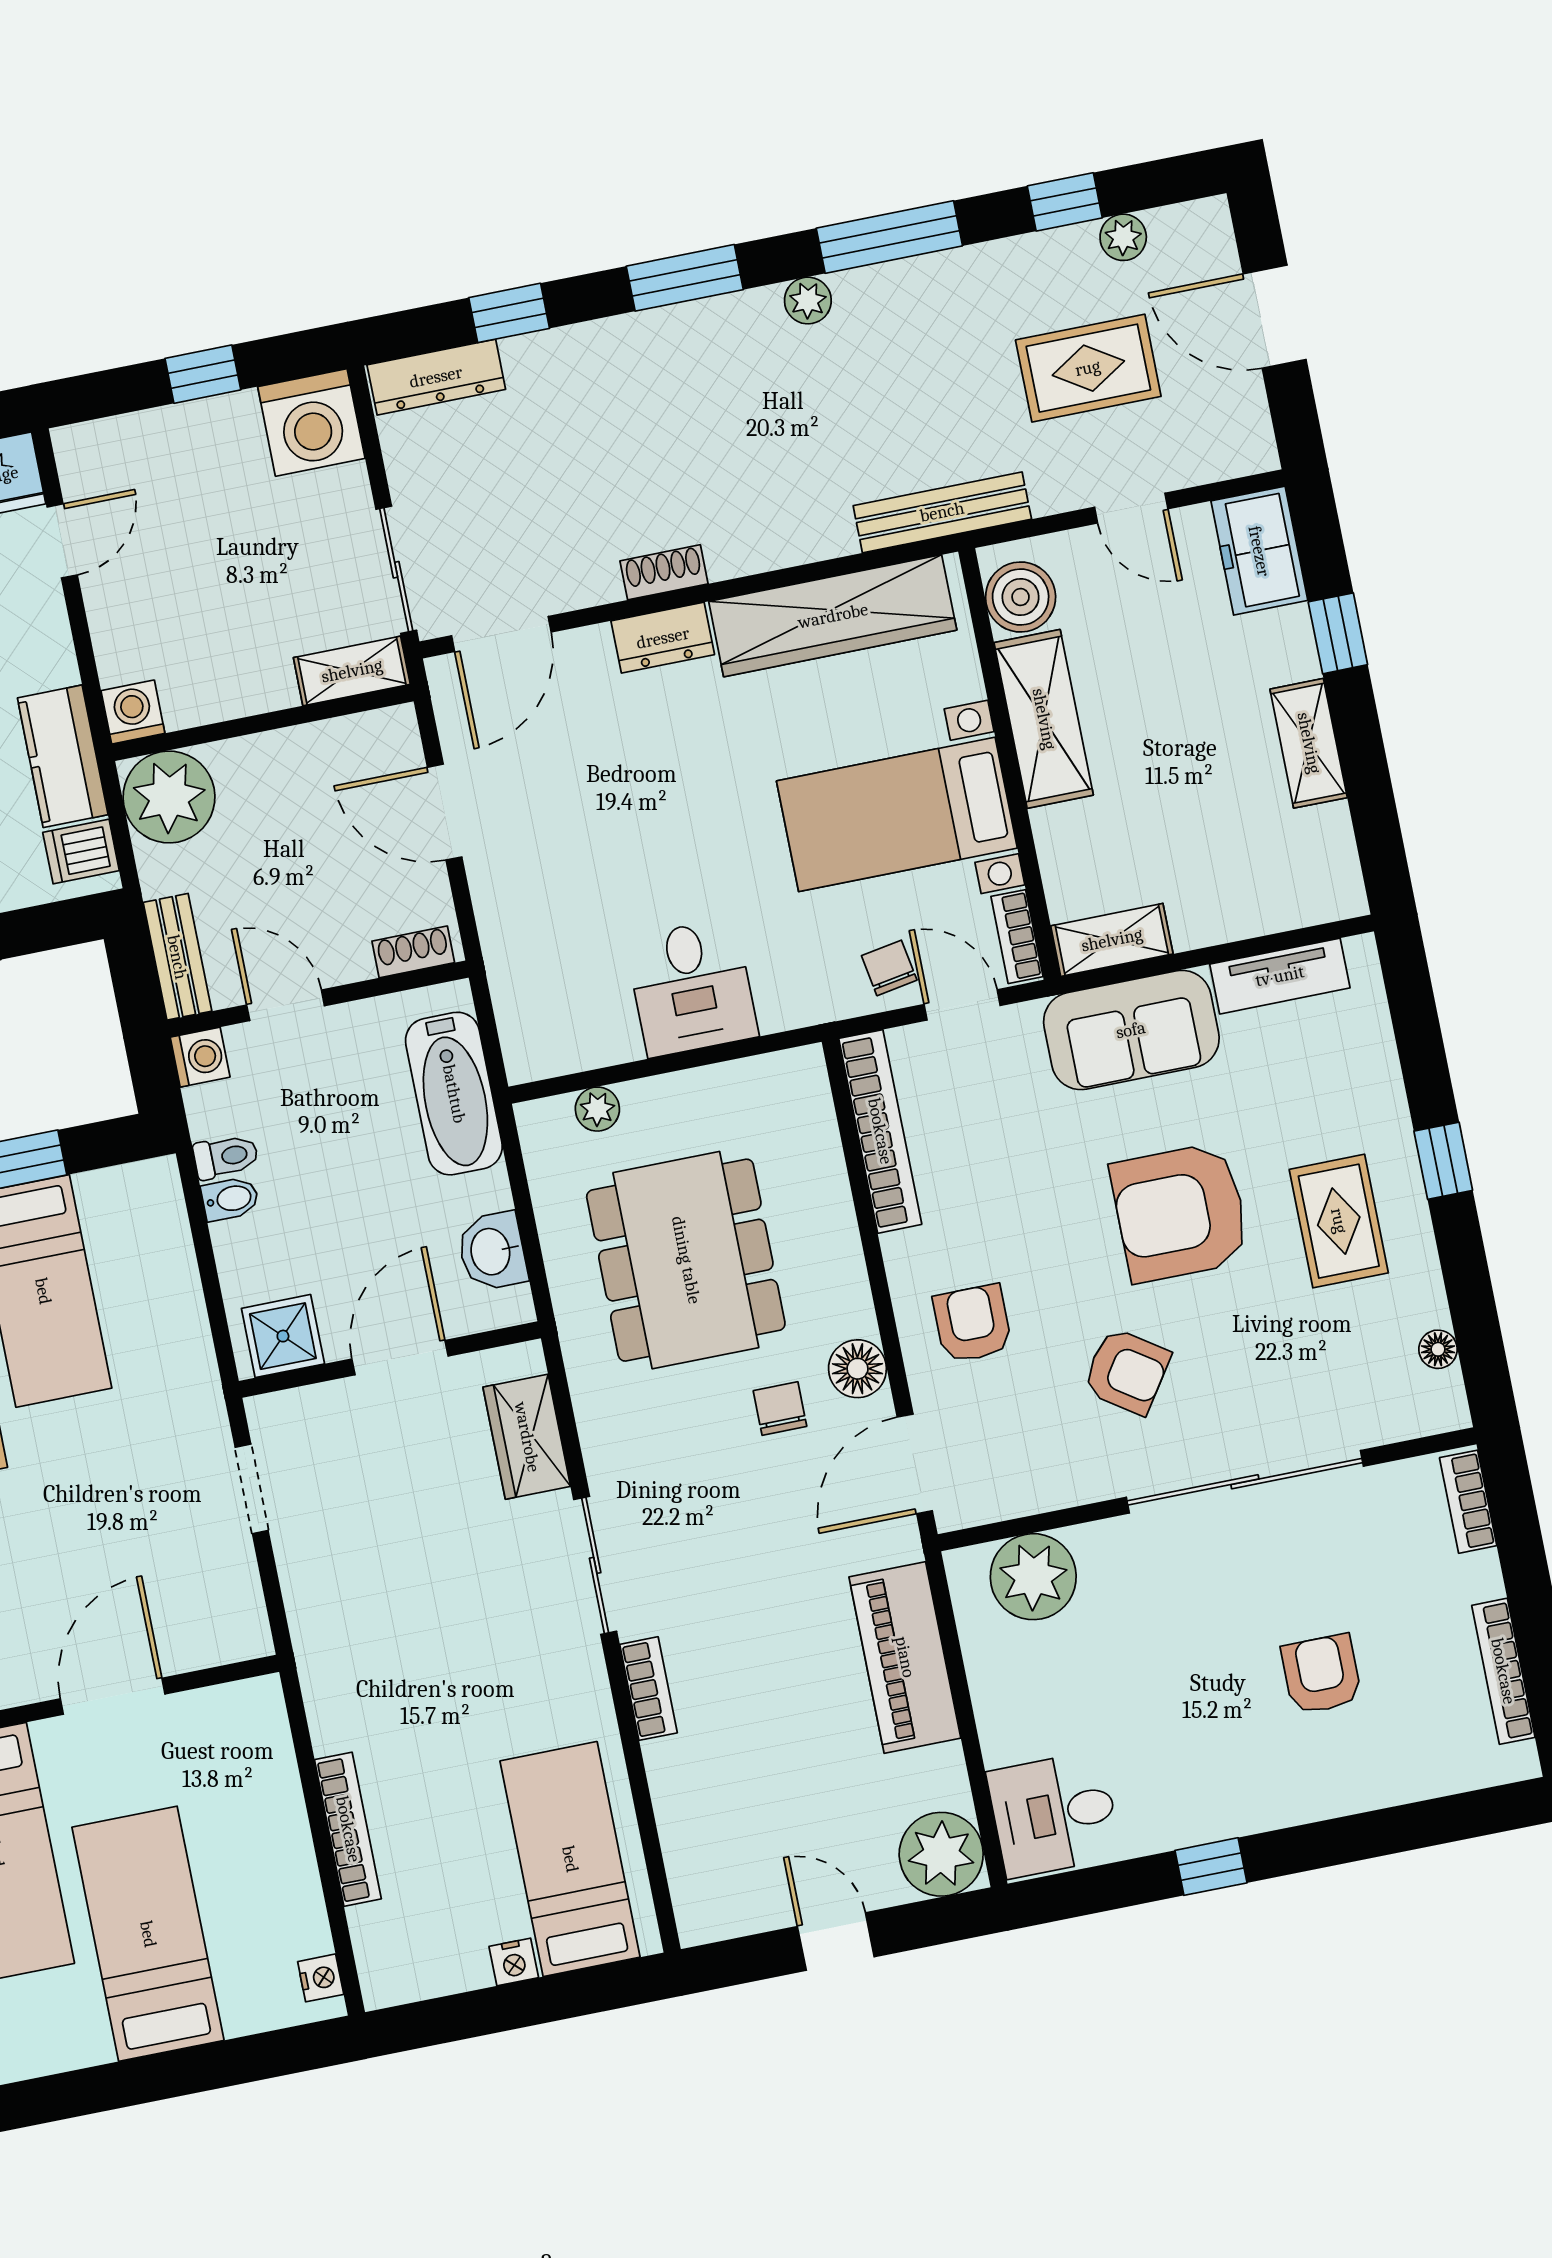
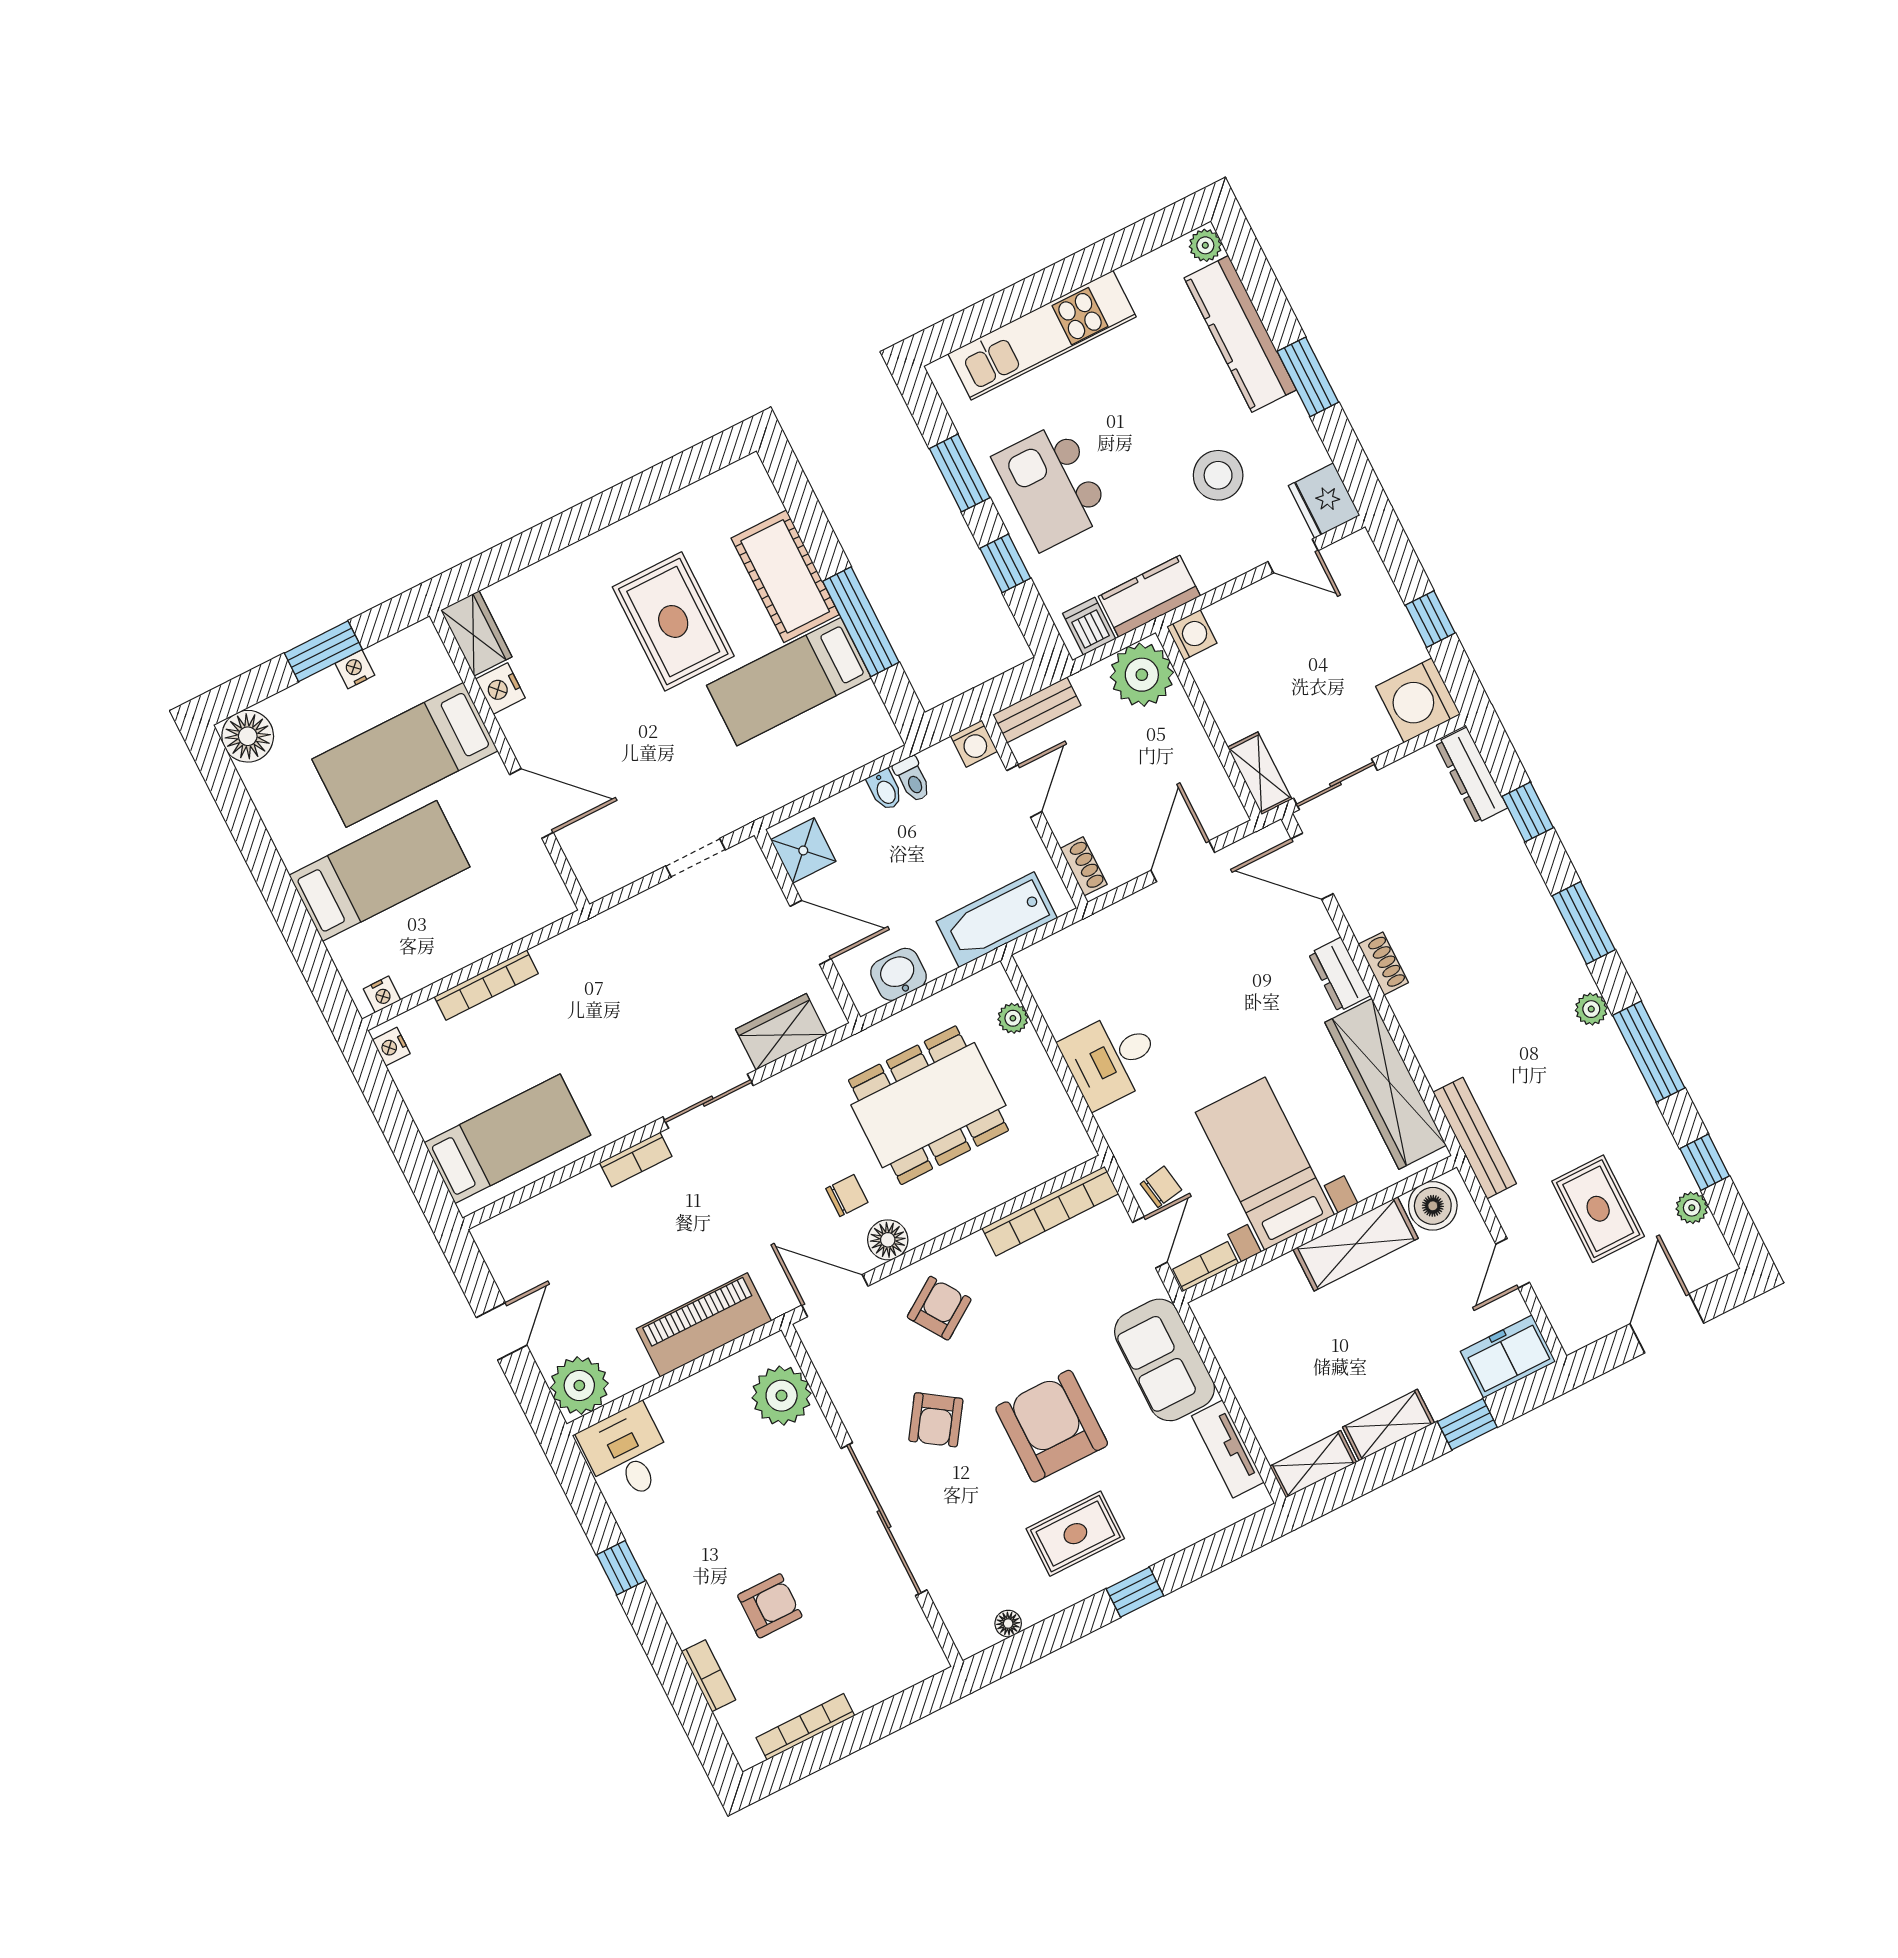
shelving: (1112, 940) -> (1313, 1464), moved, turned 90
armchair: (972, 1324) -> (939, 1308), turned -34
bookcase: (1468, 1502) -> (708, 1676), moved, turned 90
nightstand: (514, 1962) -> (391, 1047), moved

